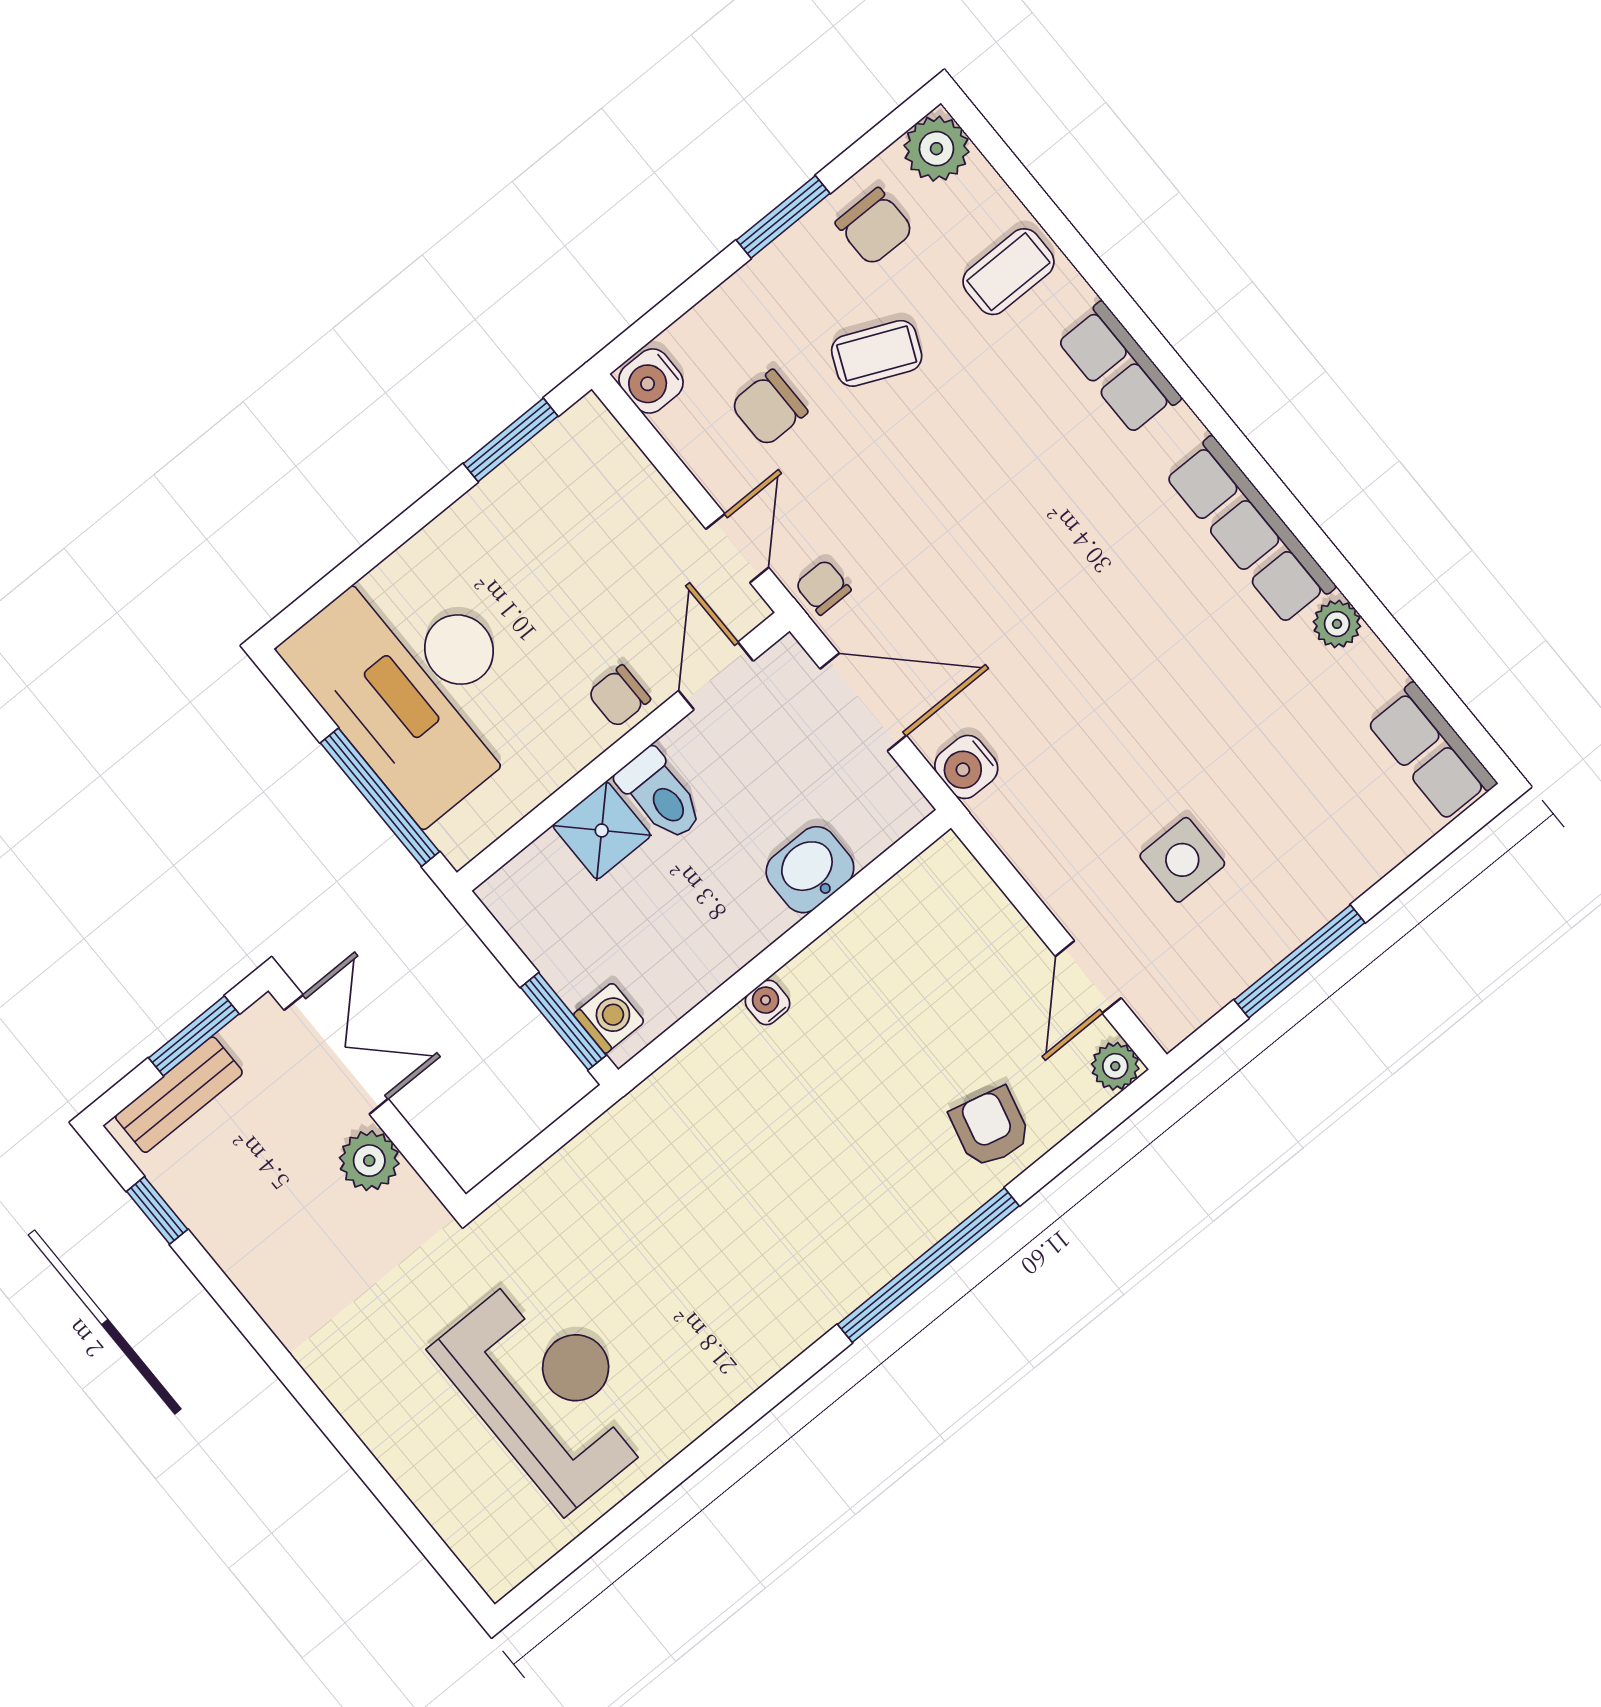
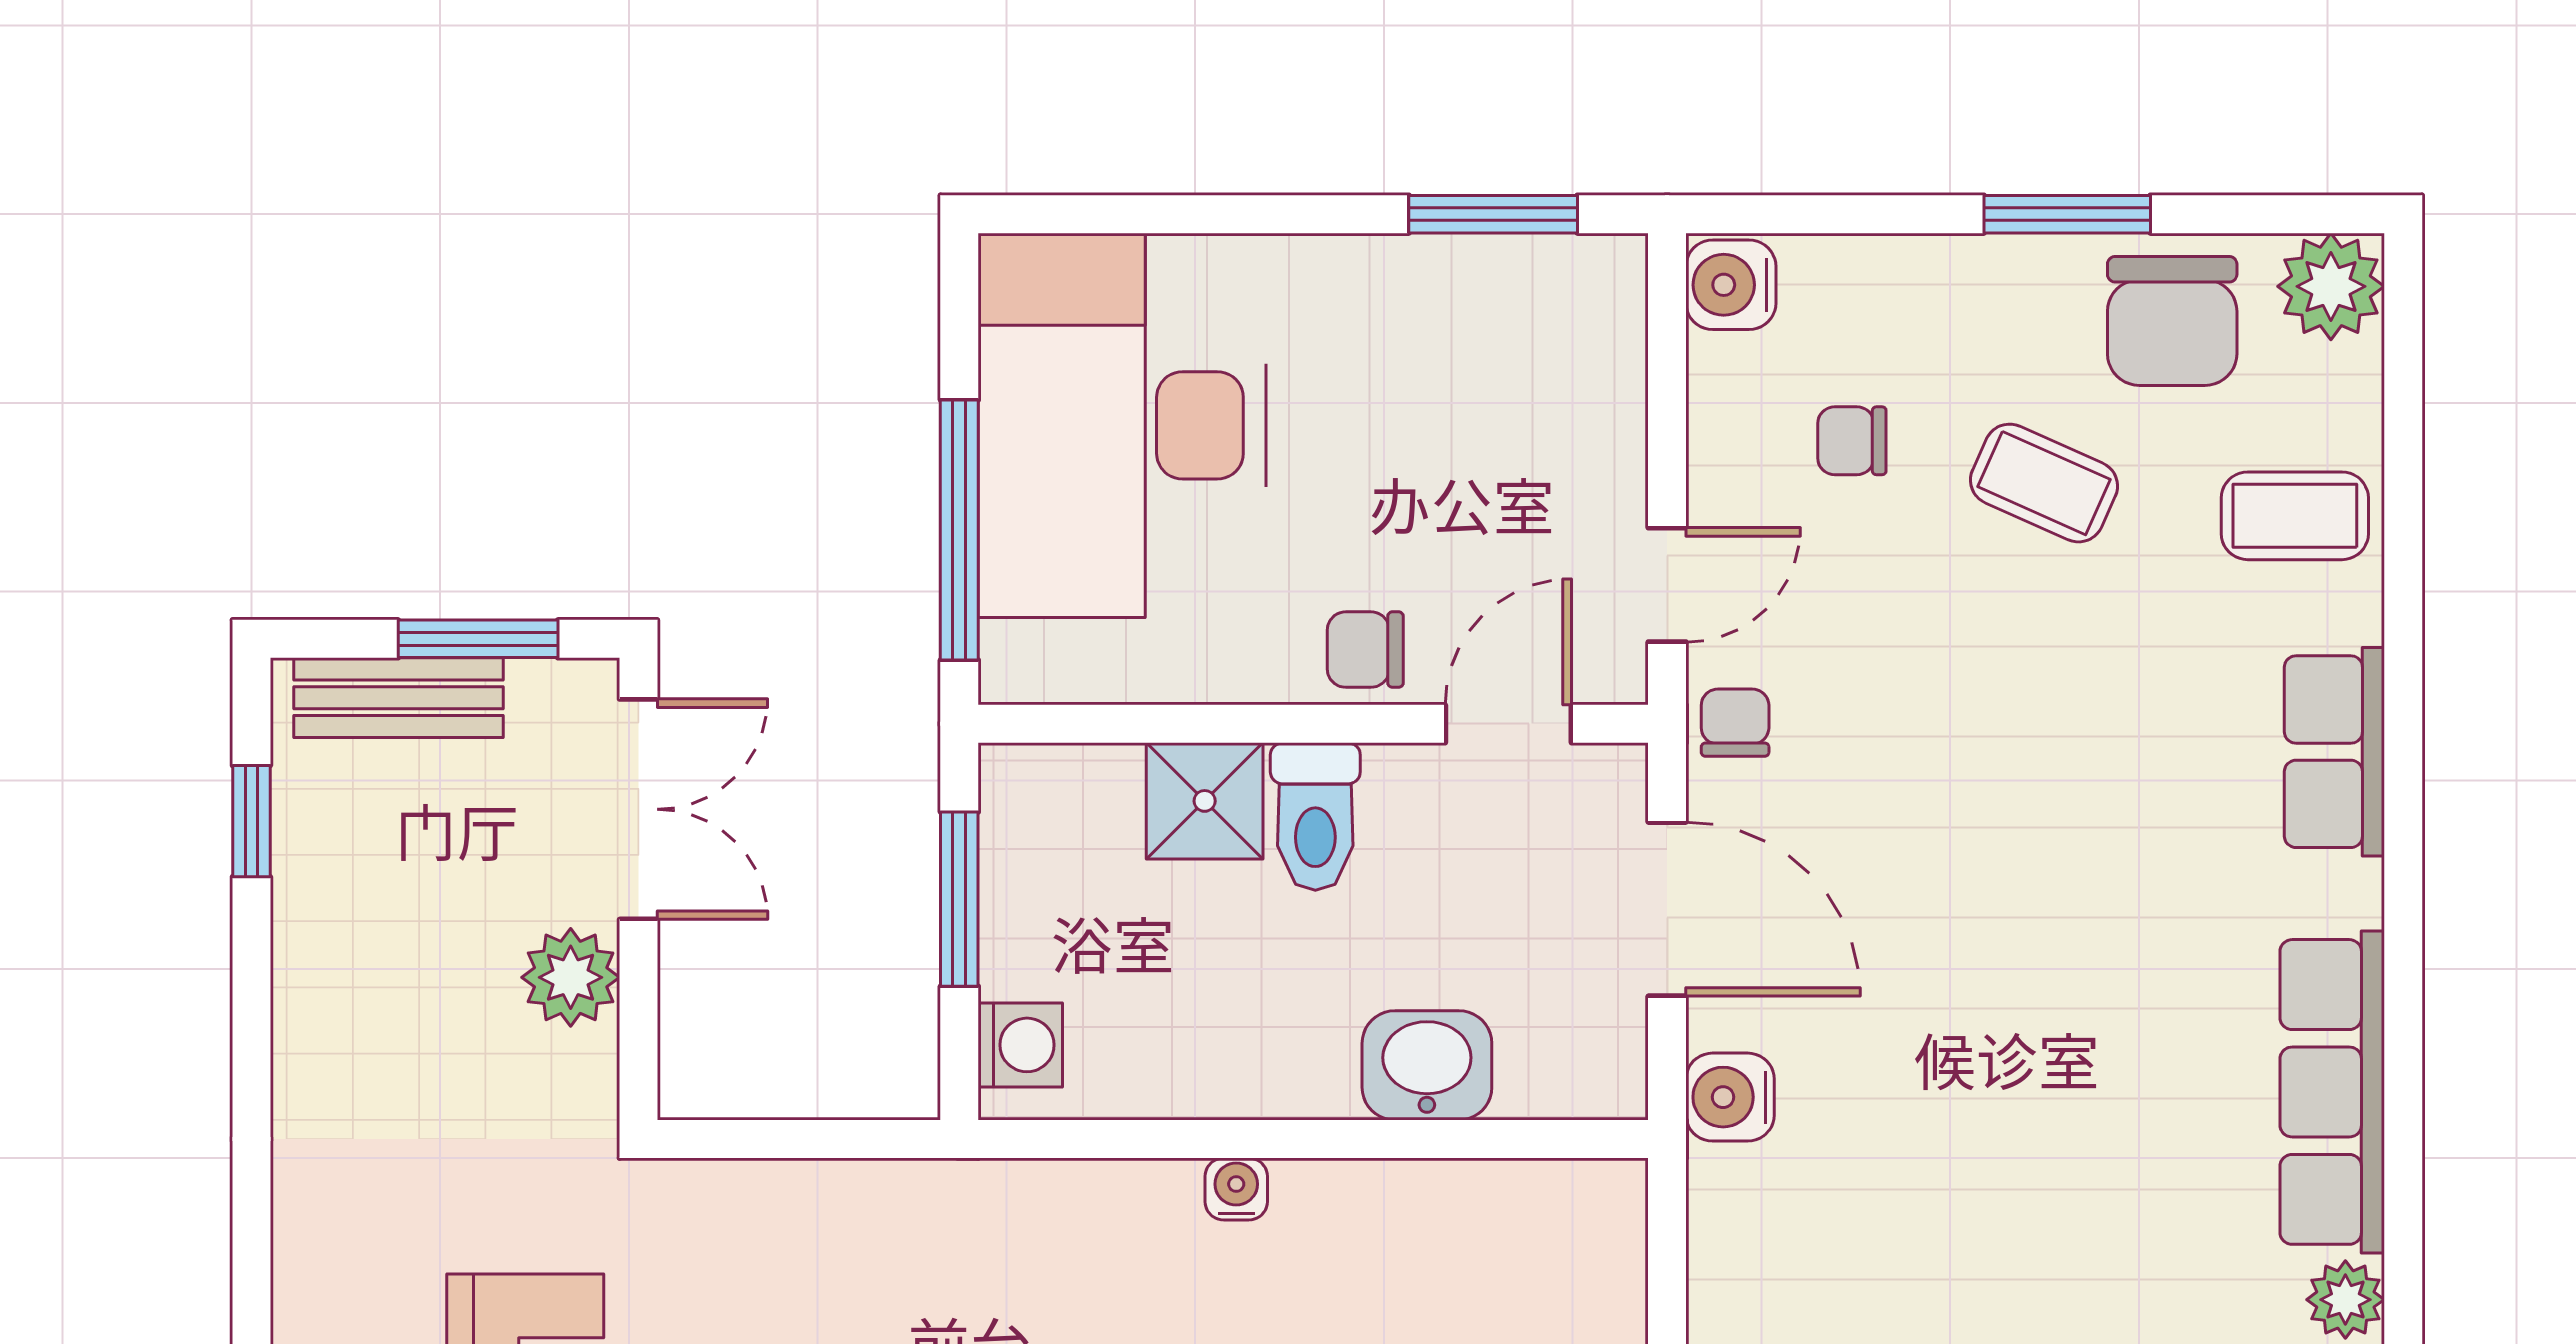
chair: (875, 227) -> (2172, 321), width x1.37, depth x1.37
chair: (769, 408) -> (1852, 441), width x0.73, depth x0.73
window: (563, 1021) -> (959, 899), moved

